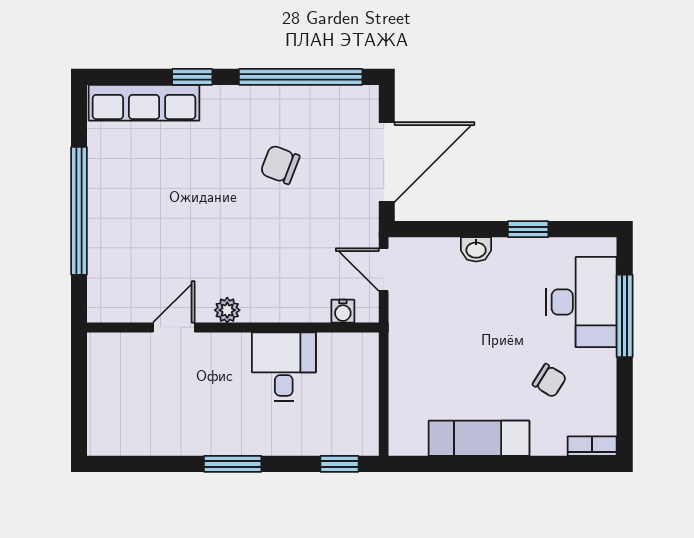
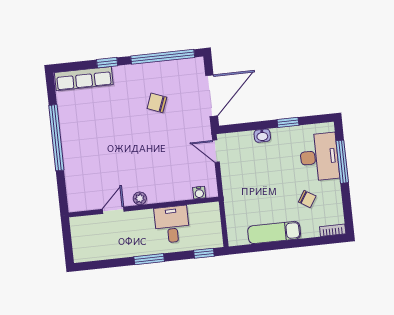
plant: (227, 310) -> (140, 198), moved
water cooler: (343, 311) -> (199, 193), moved
door: (174, 327) -> (113, 210), moved
wall: (233, 327) -> (144, 207), moved
desk: (284, 367) -> (172, 224), moved

